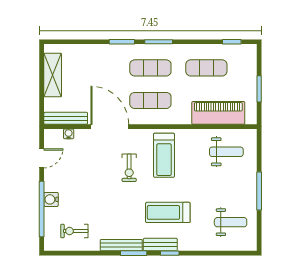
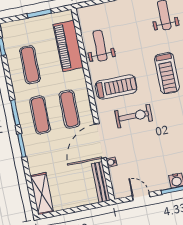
shelving: (53, 75) -> (42, 194), moved, turned 90
water cooler: (69, 134) -> (111, 162), moved
weight bench: (226, 152) -> (100, 46), moved
exercise bike: (129, 168) -> (134, 116), width x1.38, depth x1.39

